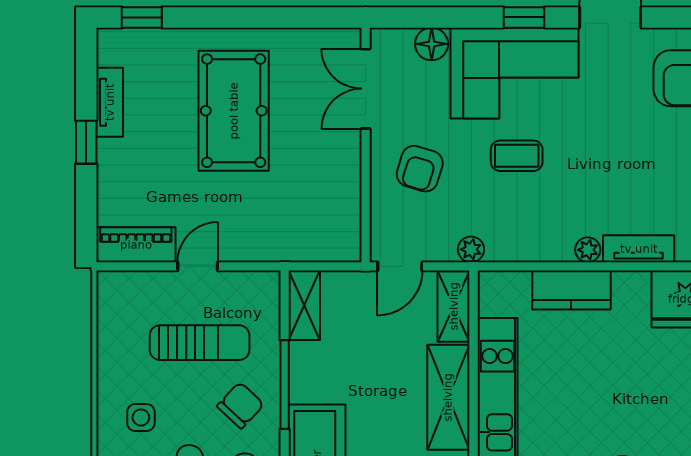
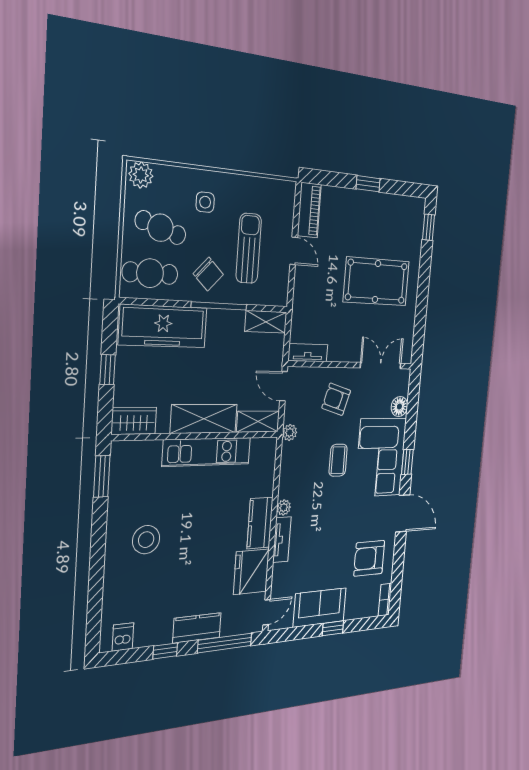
tv unit: (110, 102) -> (308, 353), moved, turned 180
kitchen counter: (571, 290) -> (260, 523), moved
sun lounger: (200, 343) -> (249, 248), turned 180

